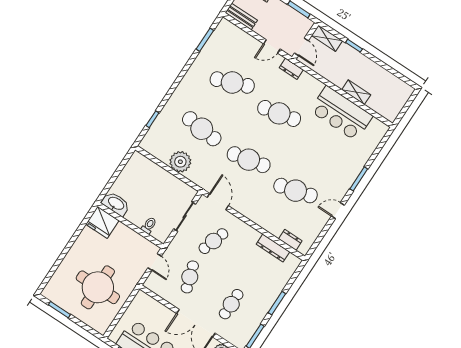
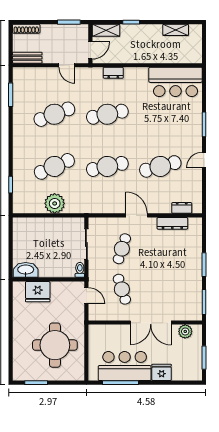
door: (272, 46) -> (67, 65), hinge flipped
door: (301, 47) -> (90, 50), hinge flipped
dresser: (291, 69) -> (113, 73), moved
shelving: (356, 92) -> (176, 30), moved
bar counter: (341, 113) -> (176, 82), moved
cafe table: (202, 129) -> (54, 166), turned -30
door: (218, 202) -> (137, 215), moved
fridge: (102, 222) -> (38, 292), moved
toilet: (149, 225) -> (80, 270), moved
cafe table: (231, 304) -> (169, 289), removed

